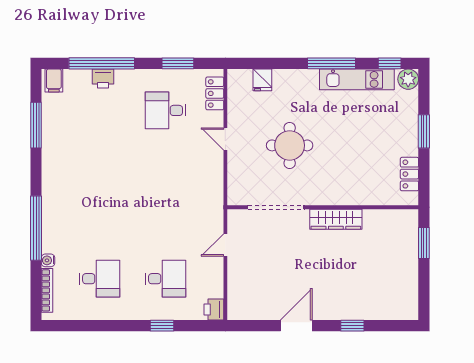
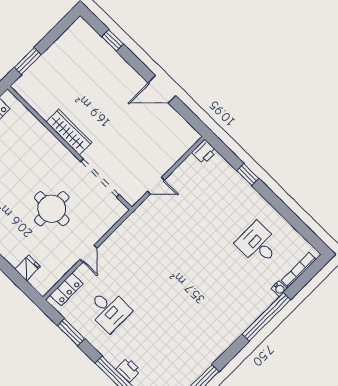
desk: (166, 279) -> (216, 202), removed
window: (352, 326) -> (113, 40), moved

